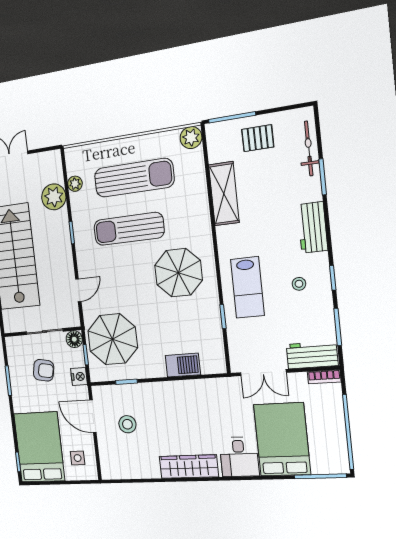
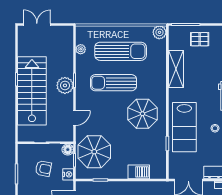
plant: (54, 197) -> (65, 85), moved
lab bench: (247, 287) -> (184, 127), width x1.36, depth x1.39

